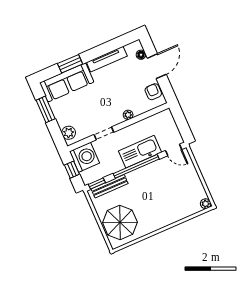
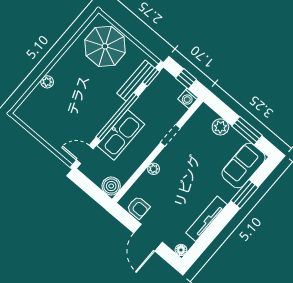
floor lamp: (141, 55) -> (181, 250), moved
sofa: (67, 82) -> (244, 166), width x0.73
boiler: (165, 117) -> (111, 186), added
plant: (69, 133) -> (220, 127), moved
washing machine: (84, 157) -> (188, 98), width x0.53, depth x0.53
plant: (206, 204) -> (47, 82), moved

